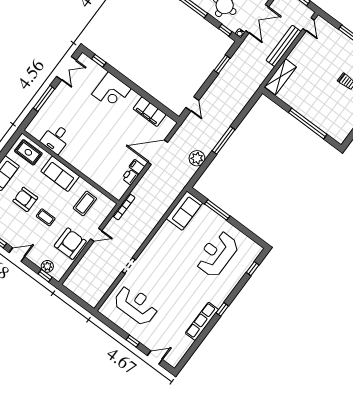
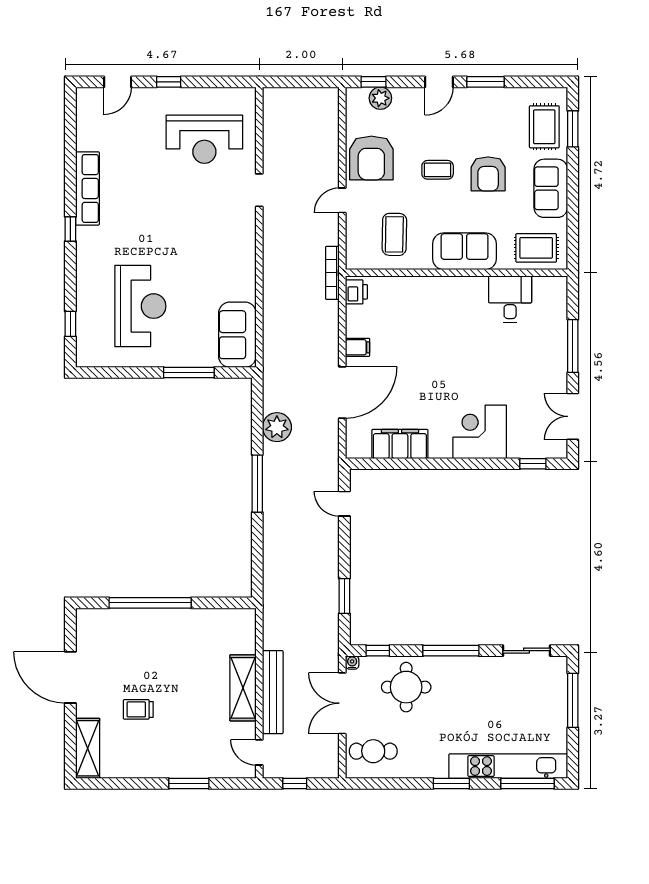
shelving: (280, 77) -> (243, 688), moved
printer: (130, 177) -> (356, 292), moved
armchair: (25, 199) -> (488, 174), turned 90

